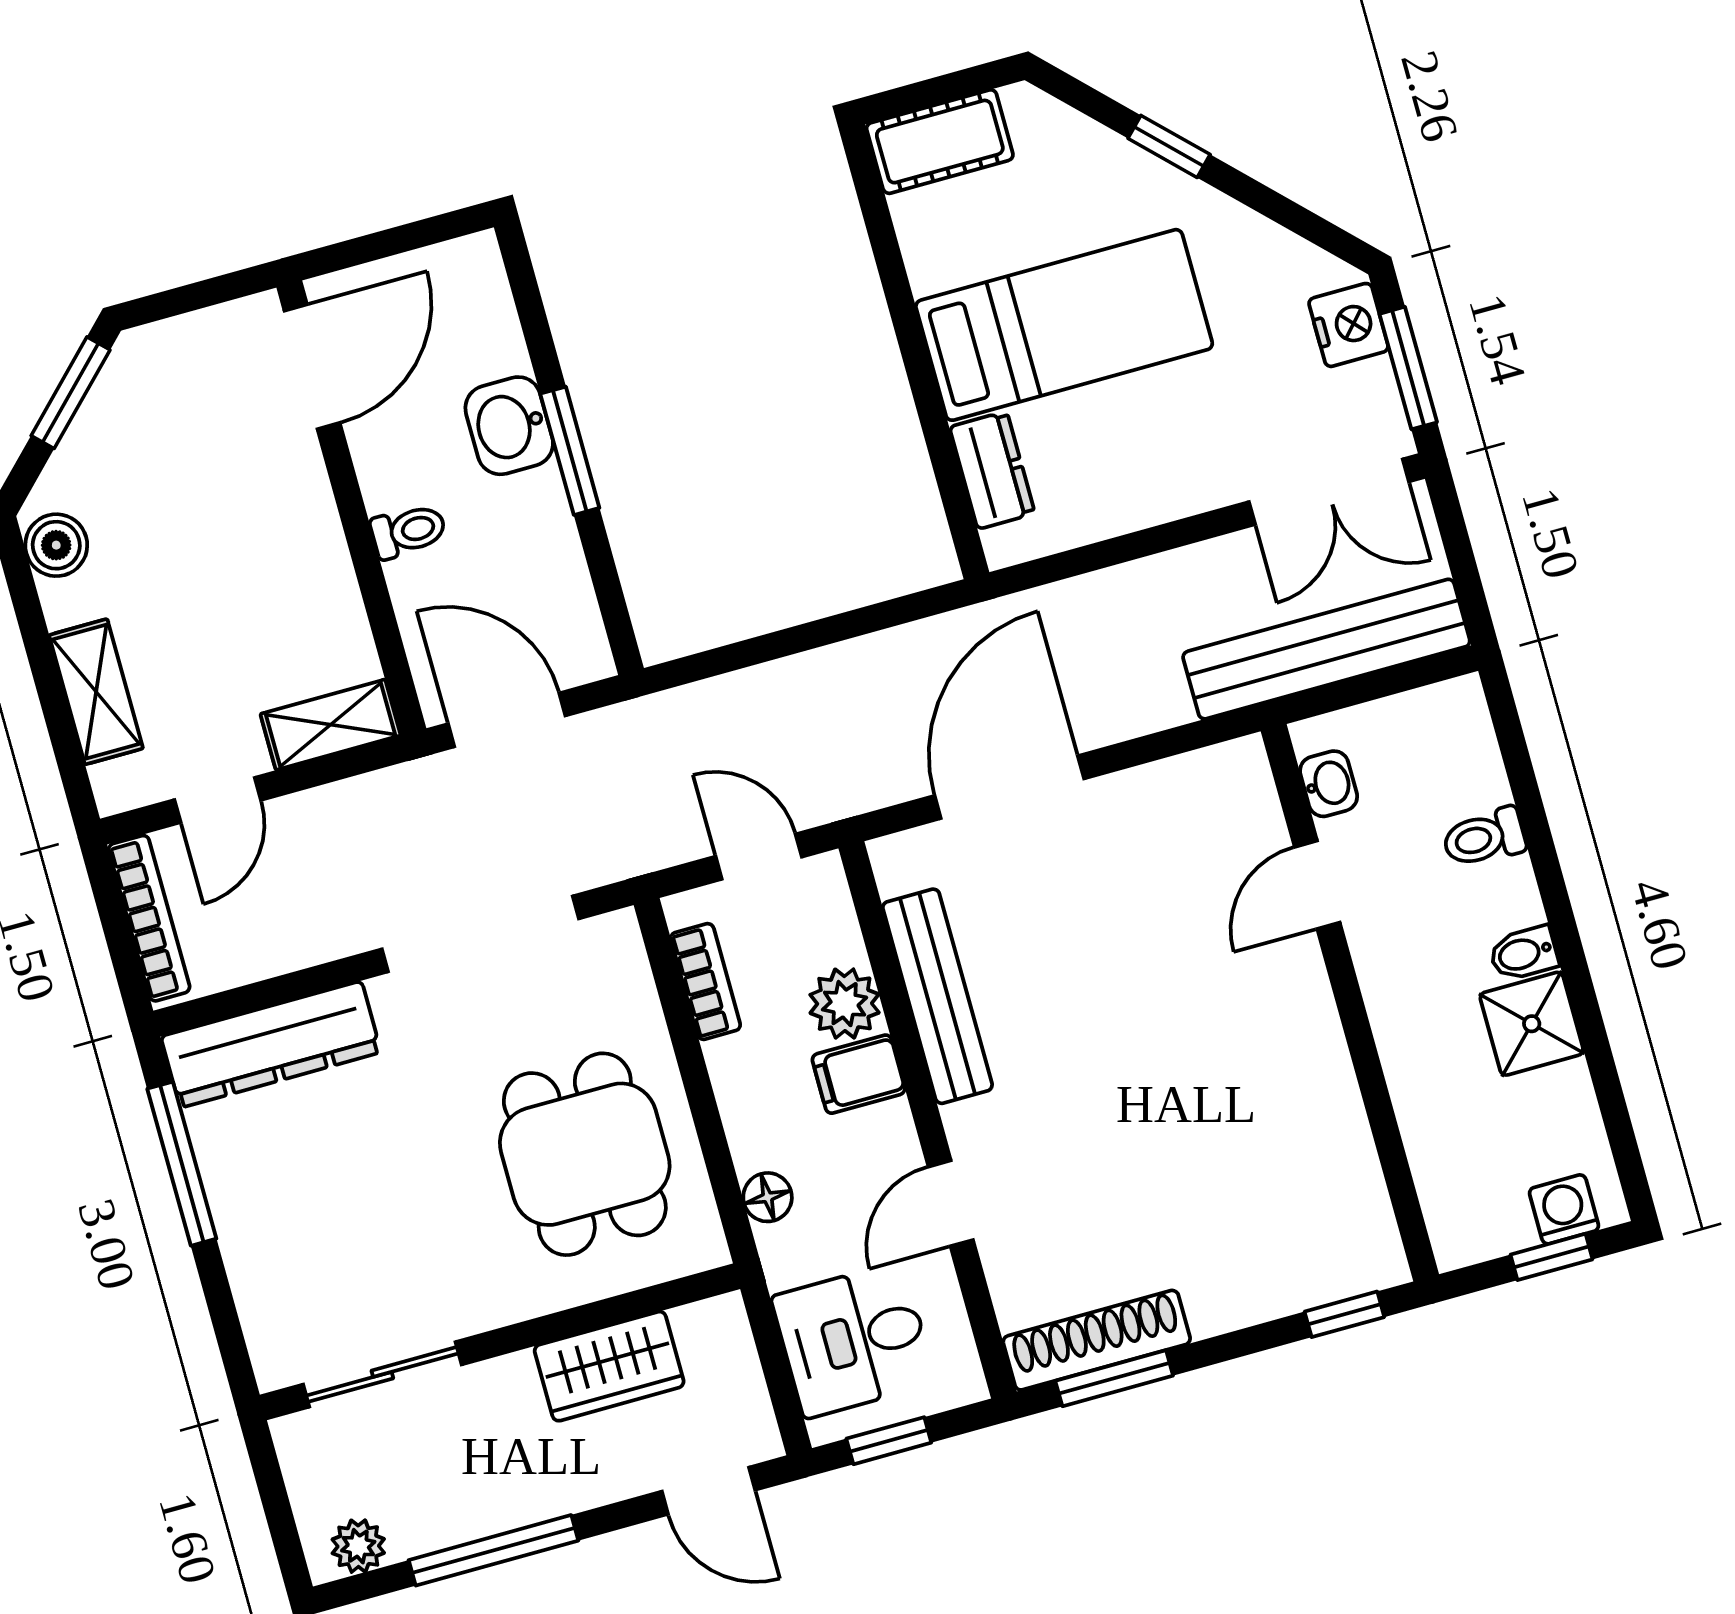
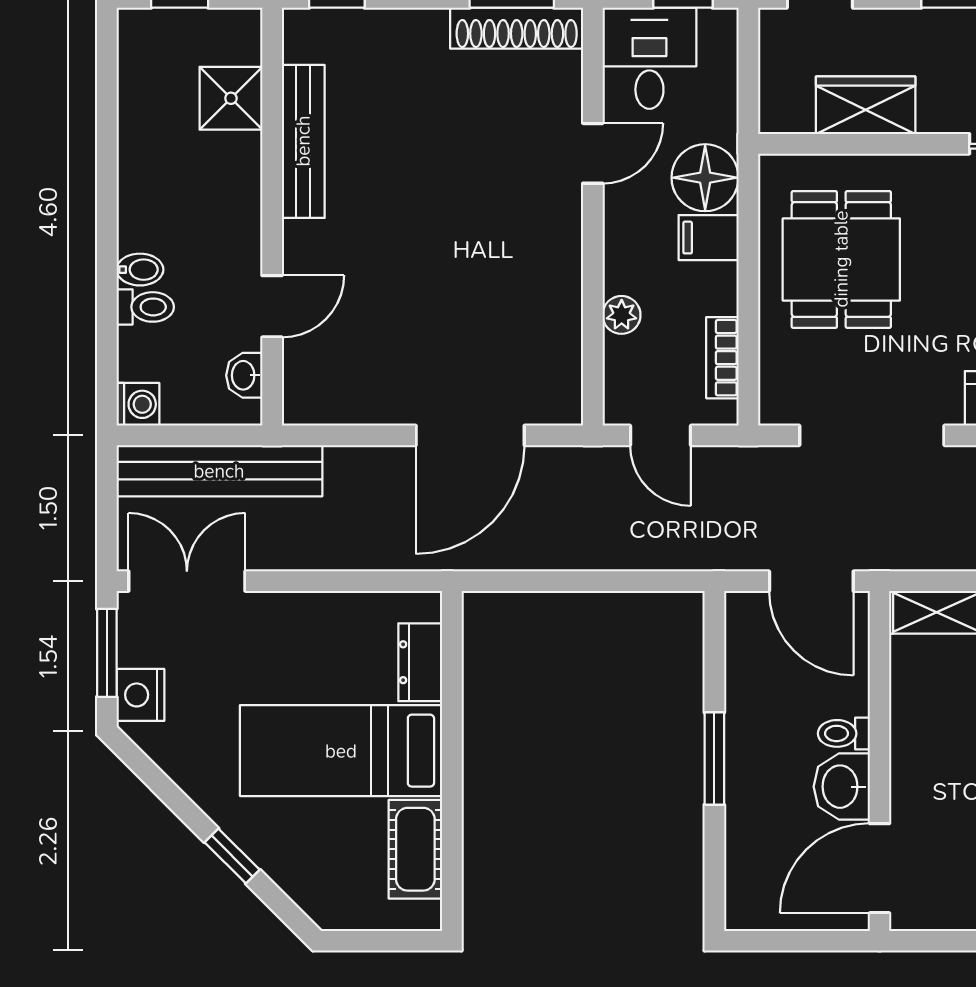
cot: (940, 142) -> (415, 849), moved, turned 90
washbasin: (509, 426) -> (842, 787), moved, turned 180
bidet: (1524, 953) -> (140, 270), moved
bench: (937, 996) -> (303, 141), moved
plant: (845, 1004) -> (622, 315), width x0.73, depth x0.73
shower: (1532, 1024) -> (231, 98), moved
filing cabinet: (859, 1074) -> (709, 238), moved, turned 180
floor lamp: (768, 1197) -> (705, 178), width x1.89, depth x1.89
washing machine: (1564, 1209) -> (138, 404), moved, turned -90
desk: (854, 1340) -> (649, 58), moved, turned -90

